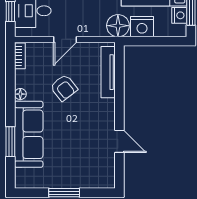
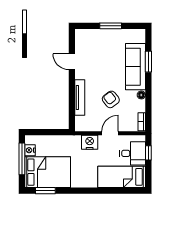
floor lamp: (118, 26) -> (73, 143), removed
nightstand: (142, 27) -> (90, 142), moved
tv unit: (108, 72) -> (80, 98), moved

